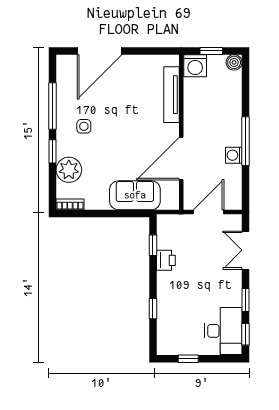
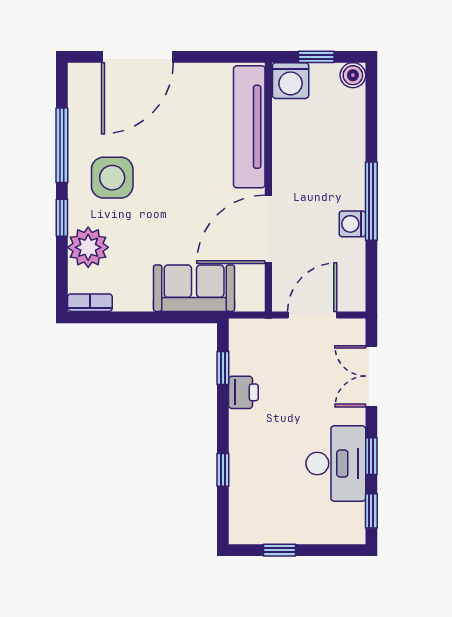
tv unit: (172, 95) -> (249, 127), width x1.36, depth x1.29
side table: (84, 126) -> (112, 178), width x1.87, depth x1.87
desk: (223, 331) -> (336, 463), moved

